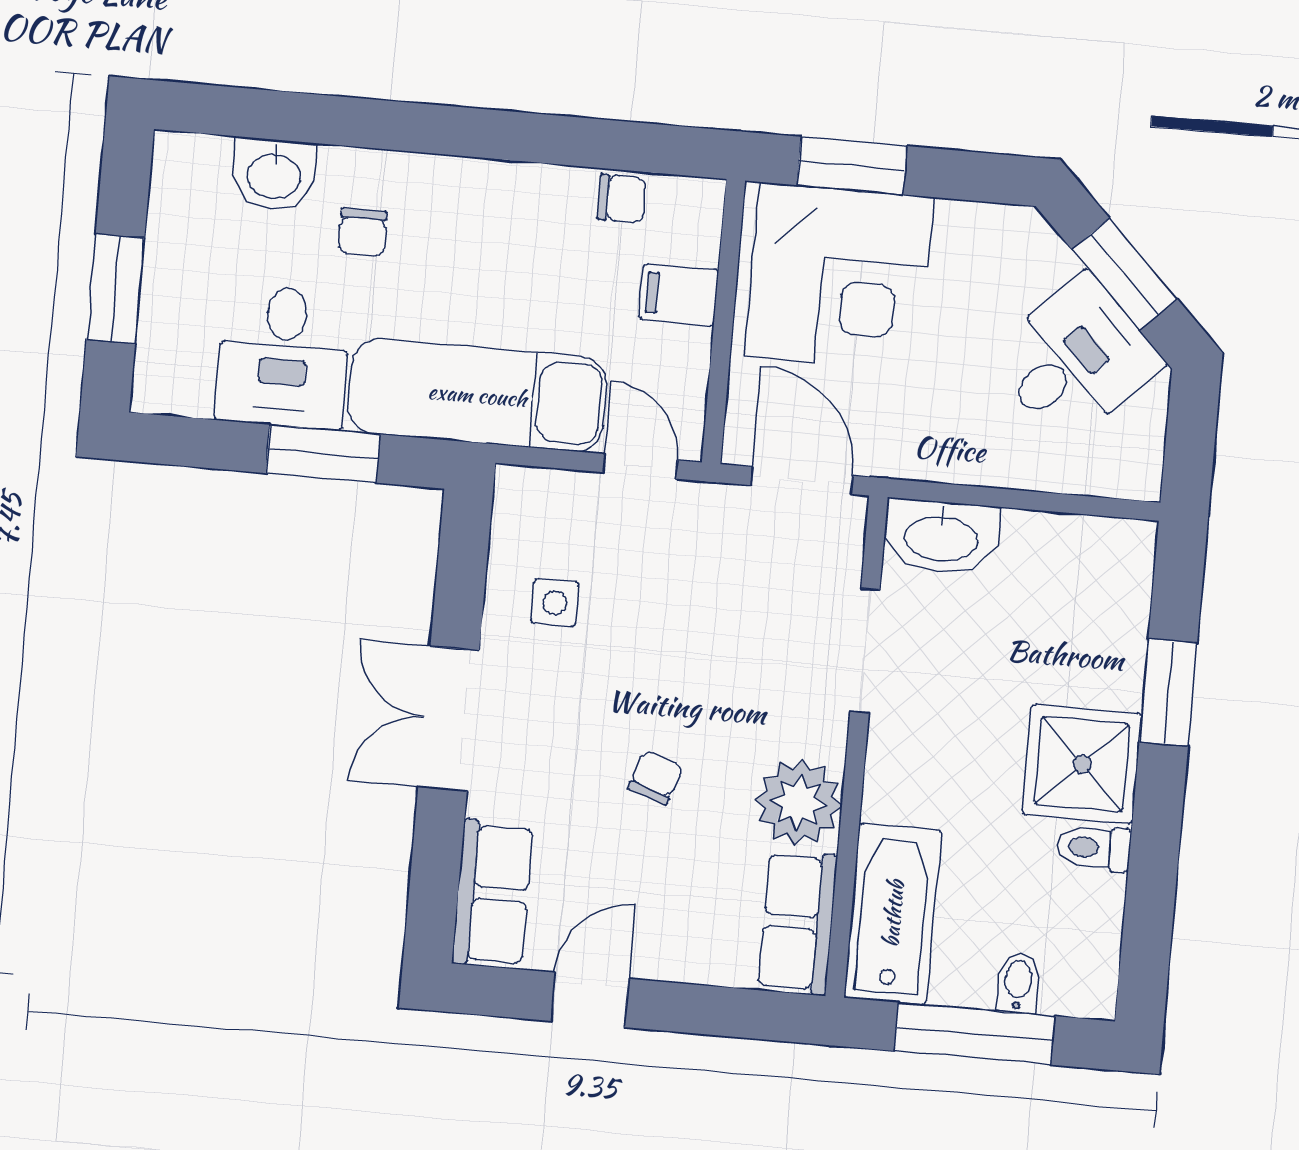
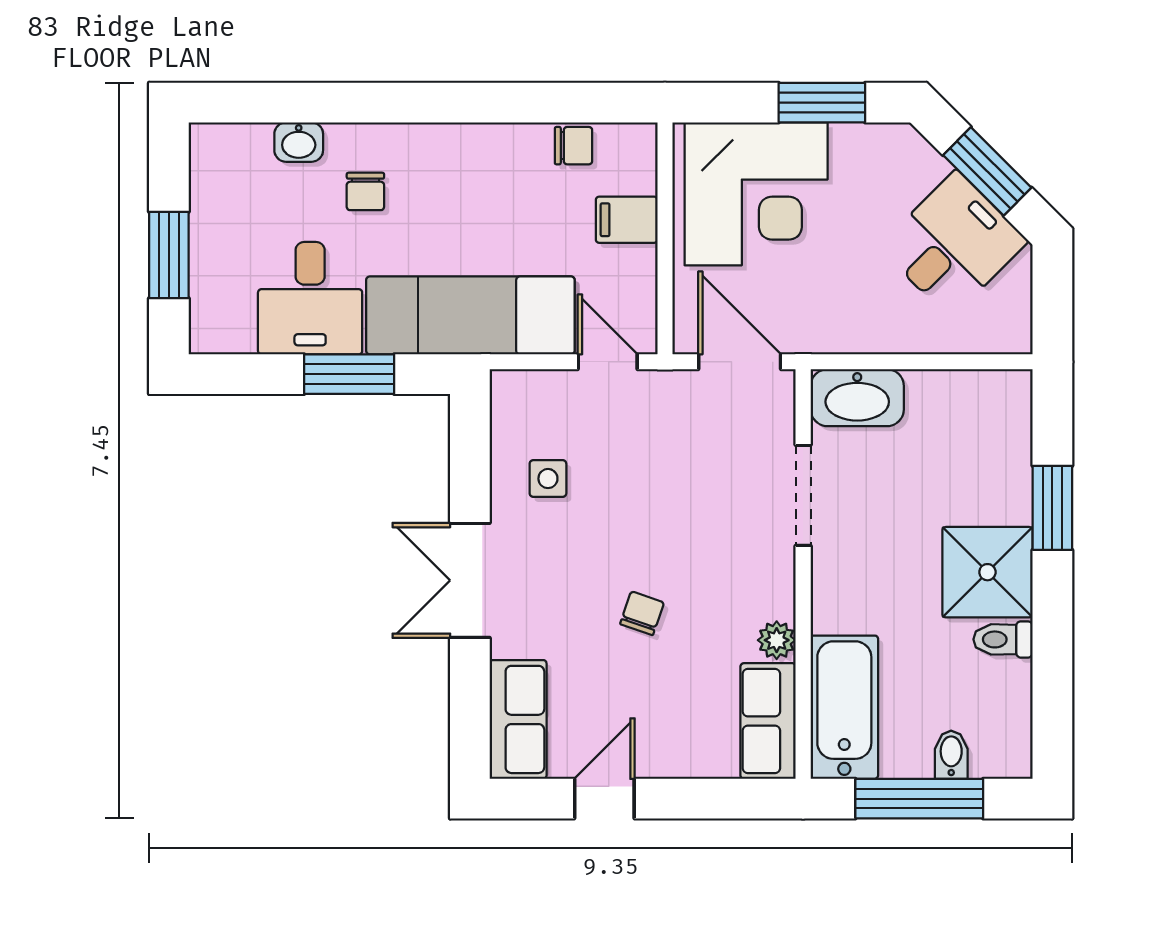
window: (852, 166) -> (822, 103), moved
washbasin: (274, 175) -> (299, 142), width x0.72, depth x0.69
plant: (799, 802) -> (777, 640), width x0.53, depth x0.53

